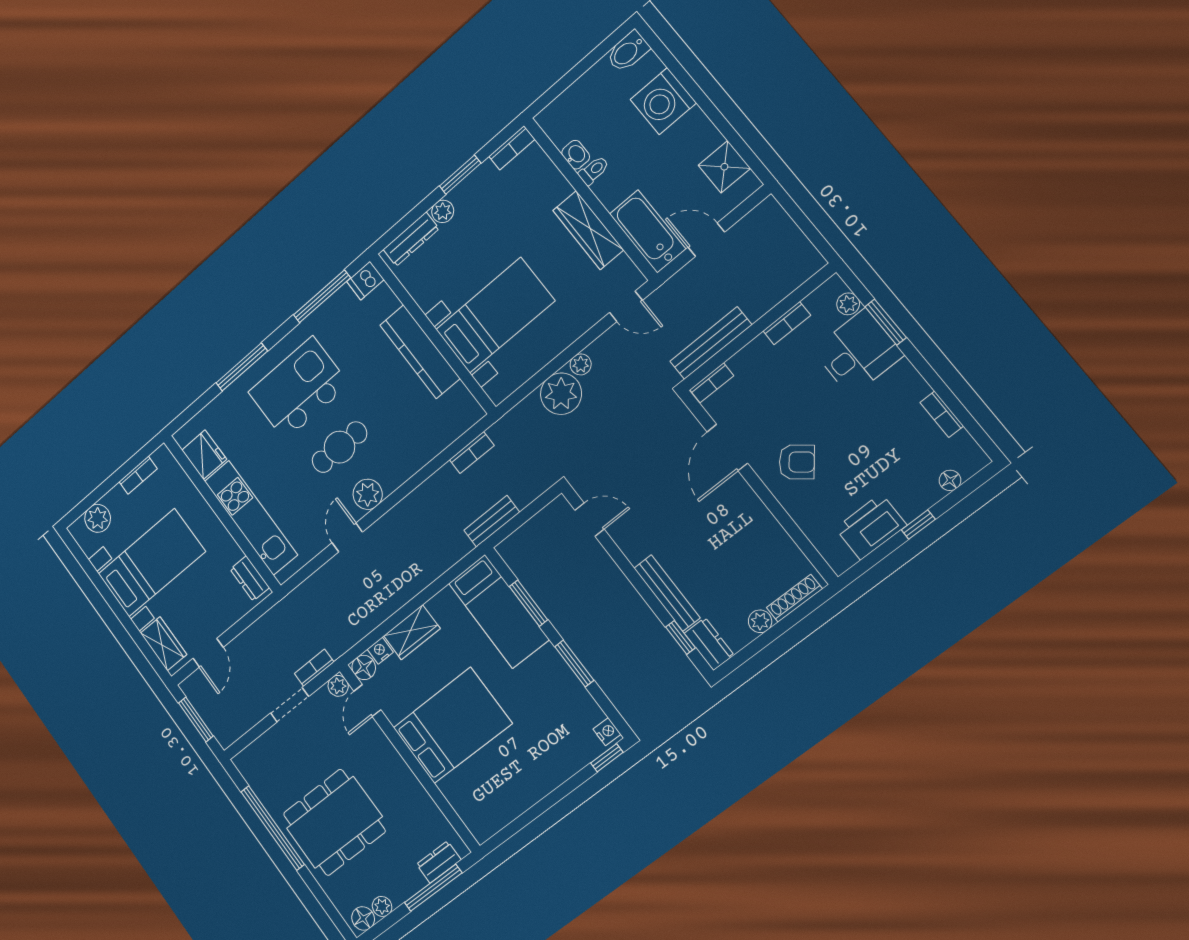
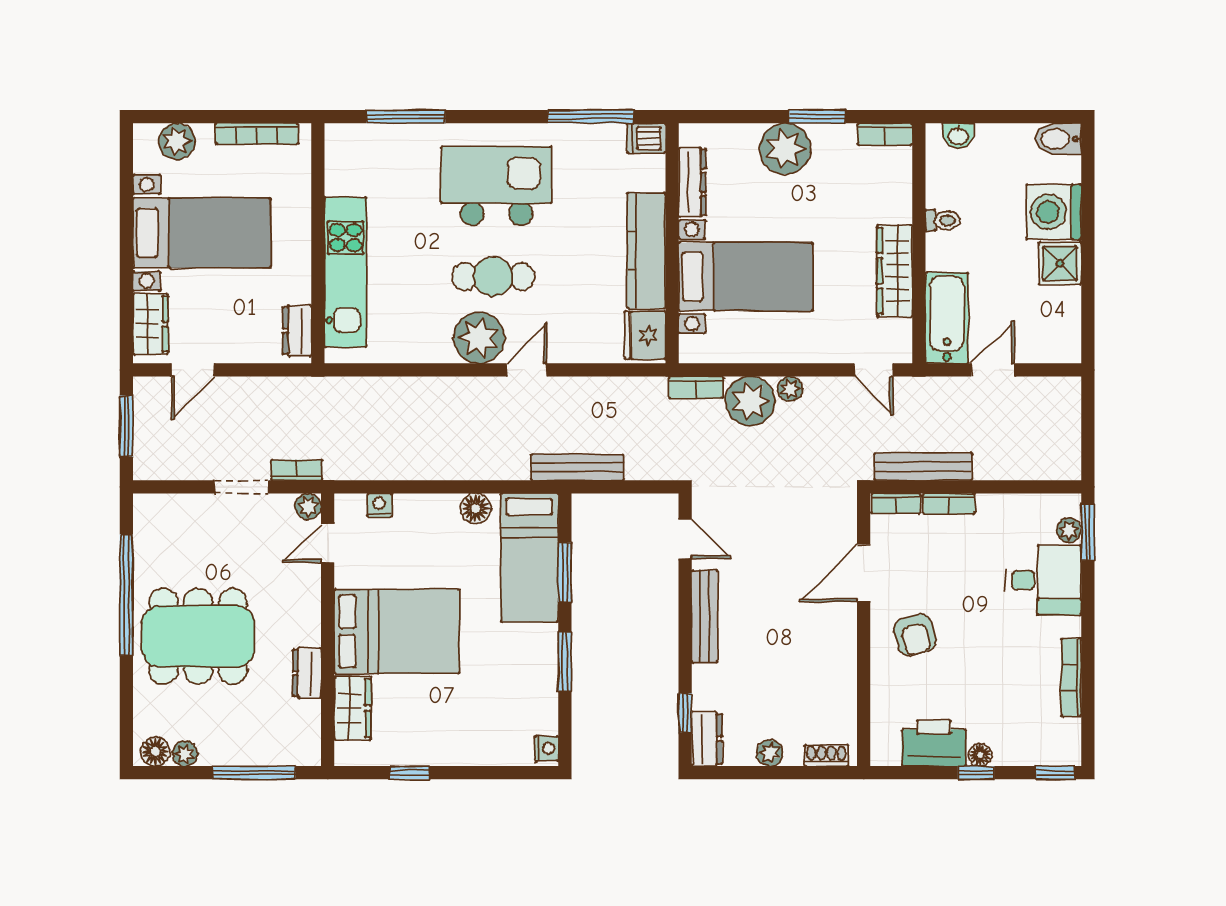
washbasin: (576, 155) -> (958, 136), moved, turned 90
shower: (724, 167) -> (1060, 263), moved
plant: (443, 211) -> (785, 149), width x1.88, depth x1.88
dresser: (411, 239) -> (692, 182), moved, turned -90
door: (706, 240) -> (993, 370), hinge flipped
window: (886, 322) -> (1088, 532), moved
bookcase: (787, 323) -> (949, 504), moved
window: (242, 367) -> (406, 117), moved
bookcase: (942, 414) -> (1071, 677), width x1.56
bookcase: (472, 453) -> (696, 387), moved
fridge: (204, 455) -> (645, 335), moved, turned 180
armchair: (797, 462) -> (915, 635), turned 37
bookcase: (138, 475) -> (257, 134), width x1.56
floor lamp: (950, 480) -> (980, 755), moved
window: (977, 481) -> (1055, 773), added
plant: (368, 494) -> (479, 338), width x1.36, depth x1.36
bench: (492, 521) -> (577, 467), width x1.36
door: (347, 537) -> (527, 370), moved
bench: (667, 593) -> (704, 617), moved
shoe rack: (794, 598) -> (826, 756), width x0.70
wardrobe: (412, 632) -> (353, 708), moved, turned -90
floor lamp: (364, 667) -> (476, 508), moved
window: (607, 758) -> (410, 773), moved
dresser: (439, 862) -> (307, 673), moved, turned -90

